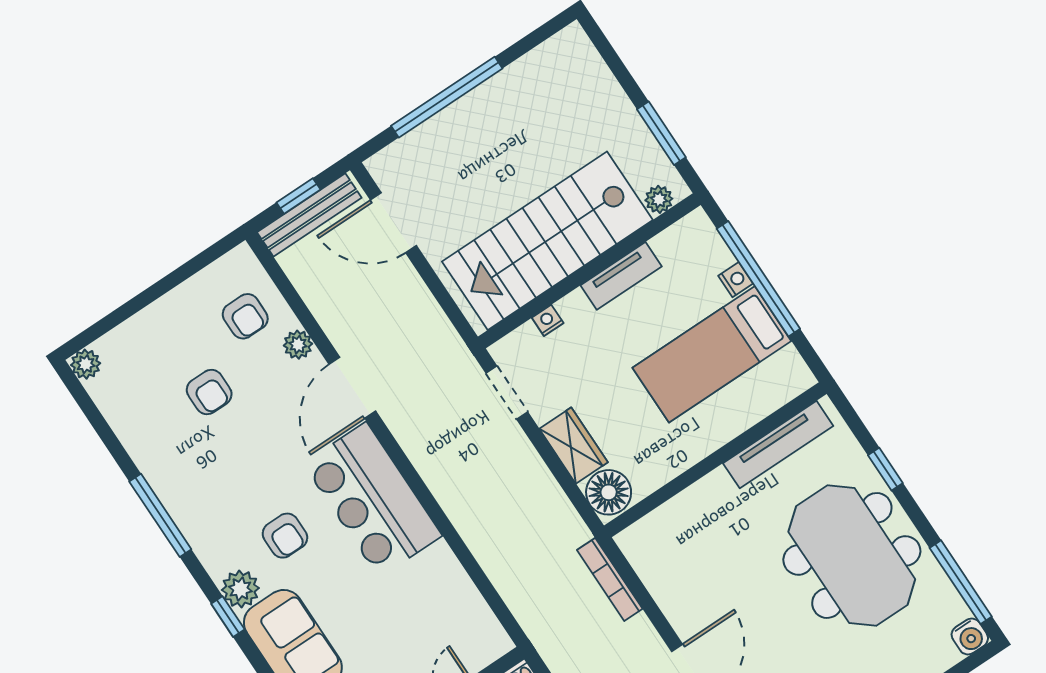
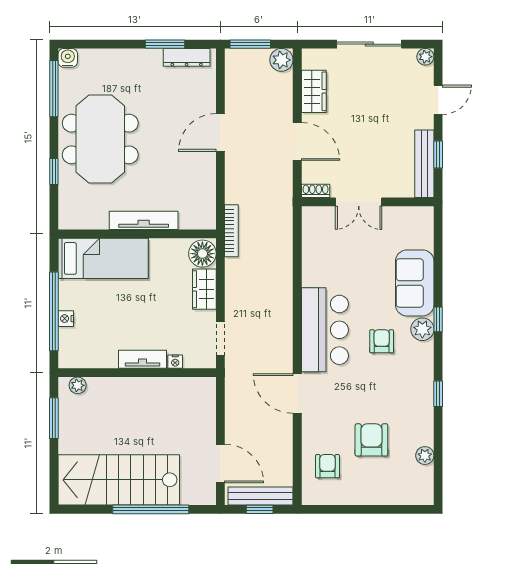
stairs: (547, 241) -> (119, 480), moved, turned 180
tv unit: (621, 276) -> (142, 359), moved
plant: (298, 345) -> (310, 434), removed
bed: (712, 354) -> (103, 258), moved
plant: (86, 364) -> (425, 456), moved
door: (352, 388) -> (297, 394), swing flipped
armchair: (209, 392) -> (371, 440), width x1.38, depth x1.38
tv unit: (778, 445) -> (144, 220), moved
window: (160, 515) -> (438, 394), width x0.46
bookcase: (610, 579) -> (231, 231), moved

